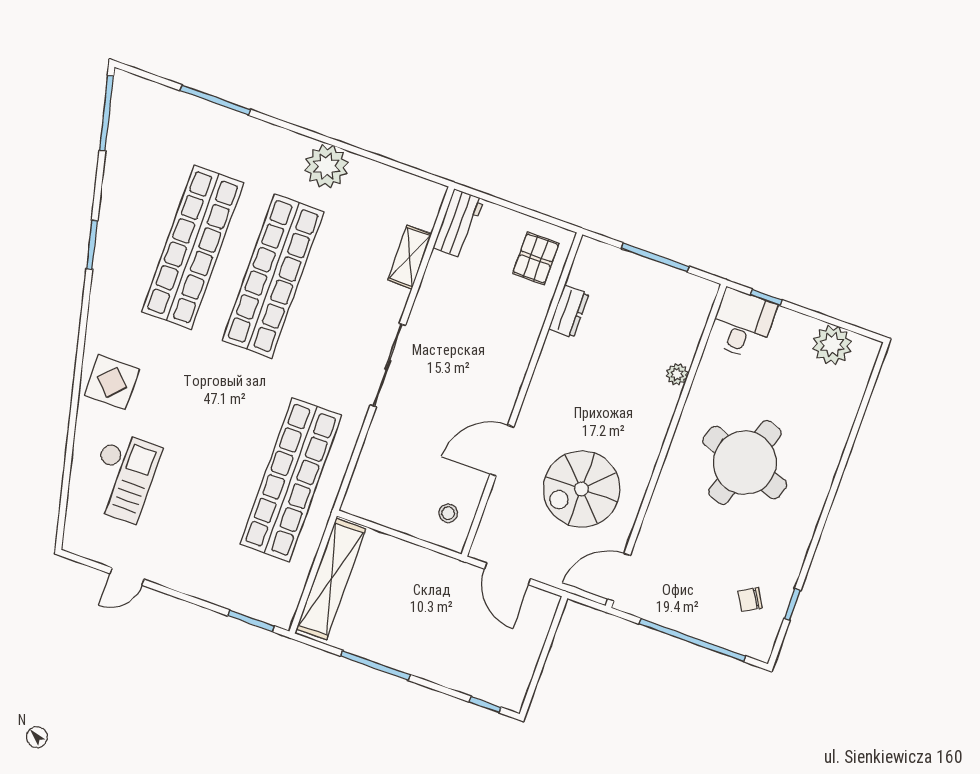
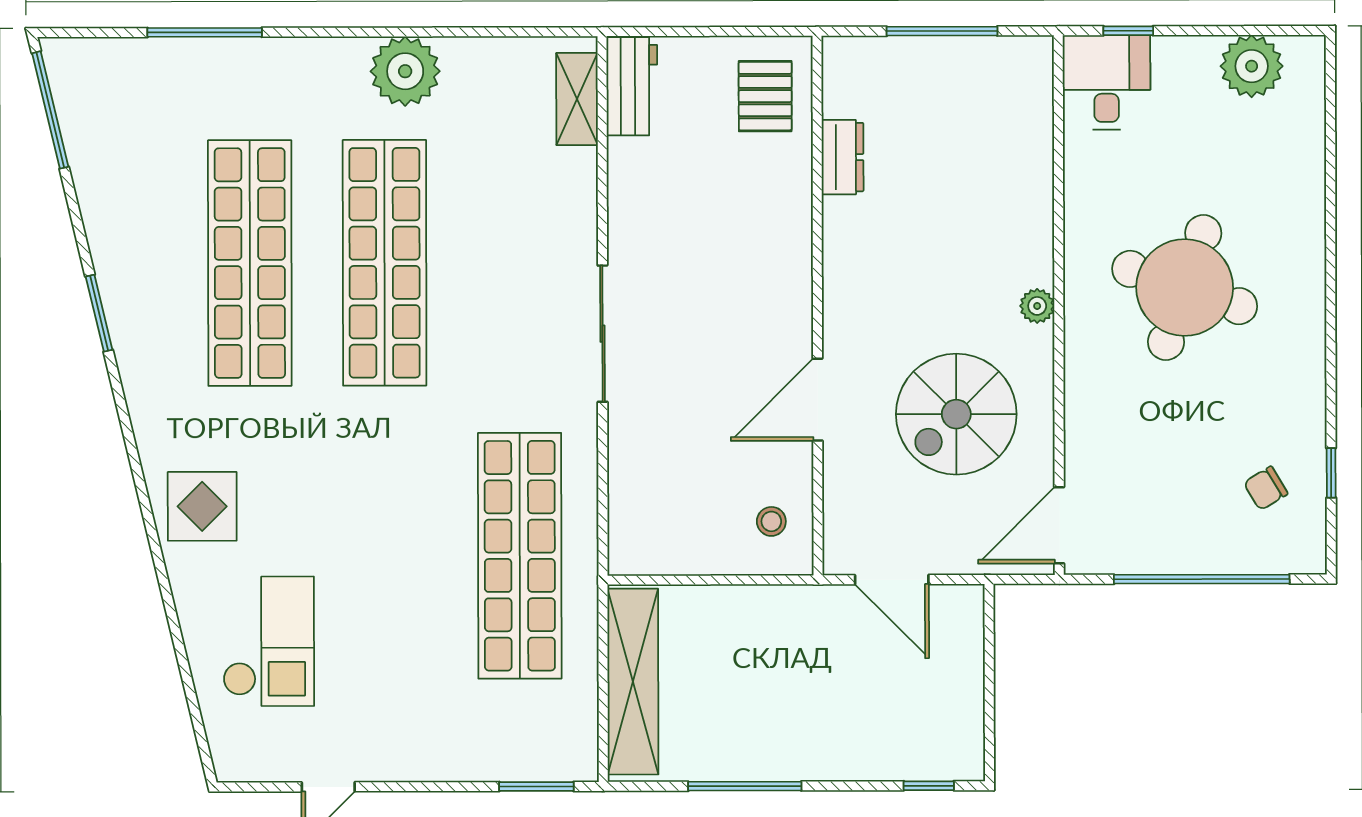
shelving: (410, 257) -> (577, 99), moved
plant: (677, 374) -> (1037, 306), moved

